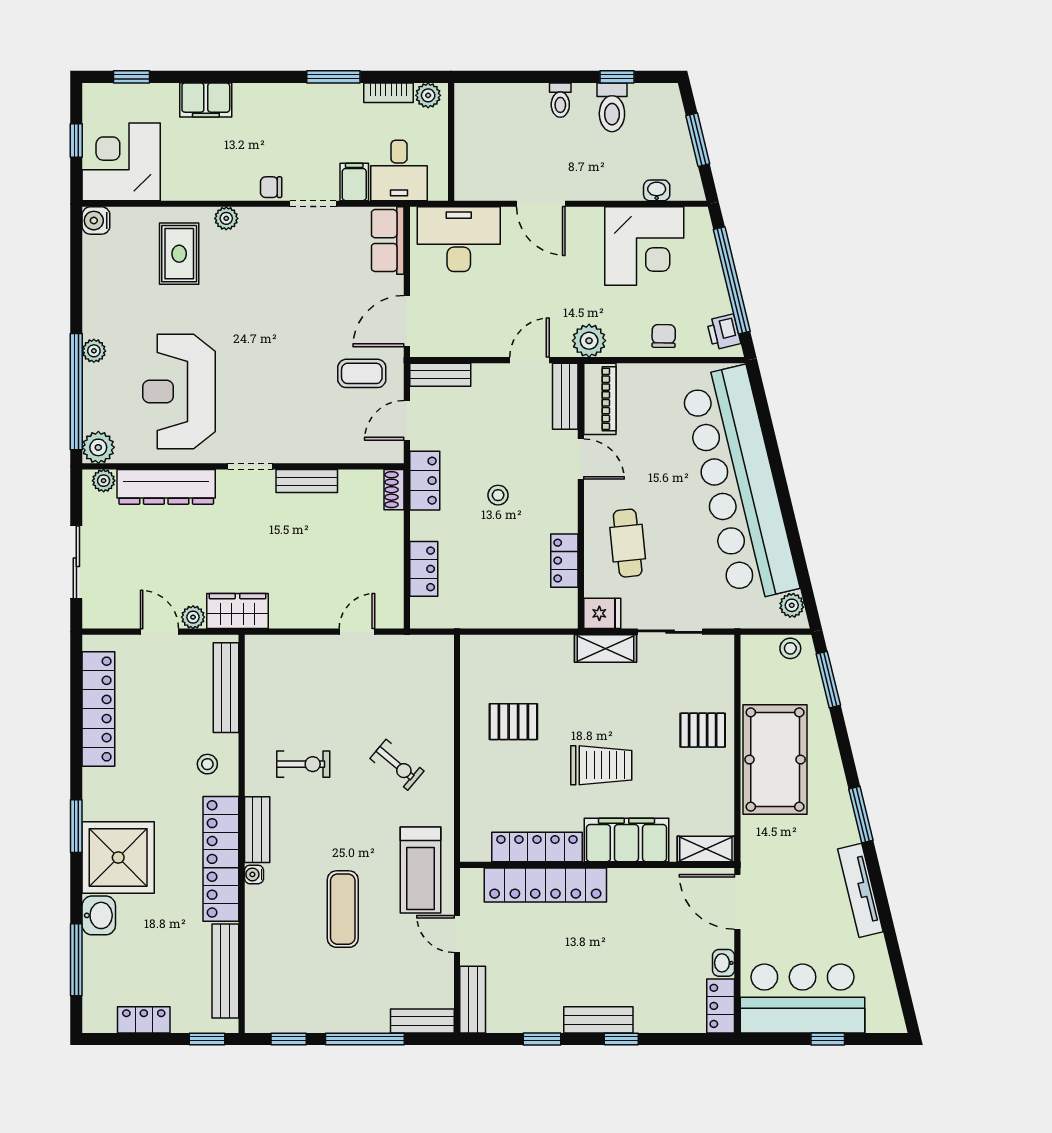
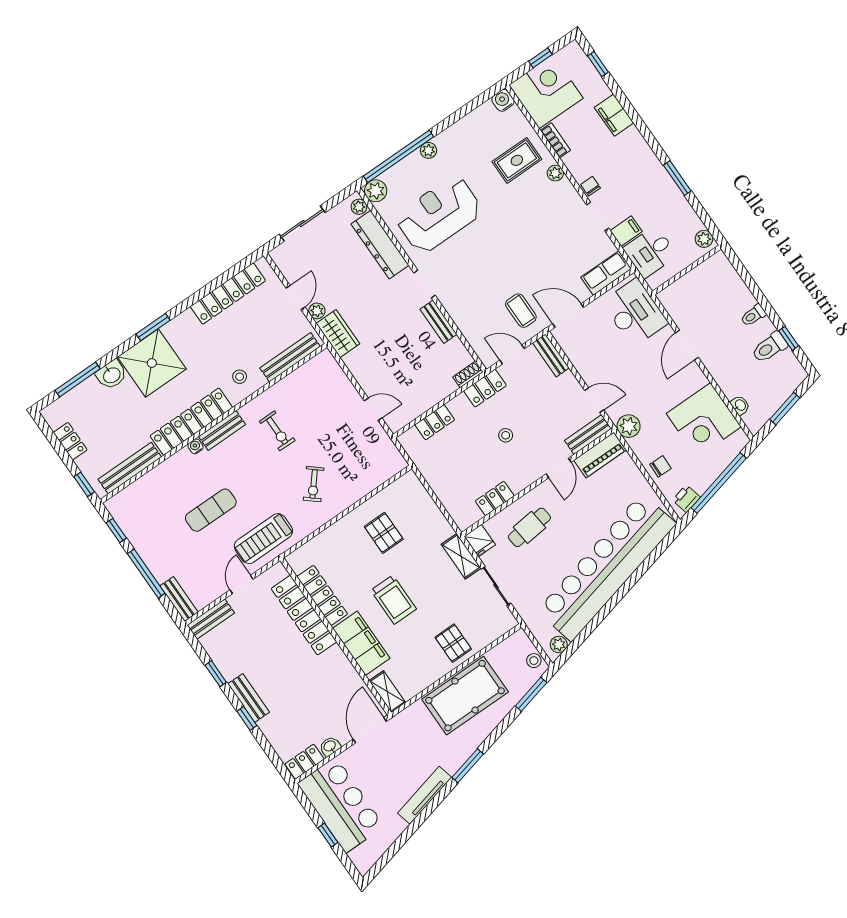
bookcase: (389, 93) -> (555, 140), moved, turned 180

